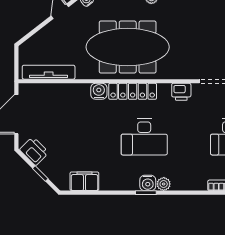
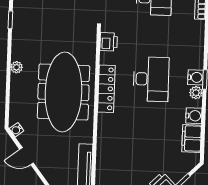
water cooler: (99, 91) -> (194, 116), moved, turned 180
plant: (164, 184) -> (196, 93), moved

